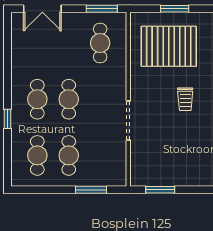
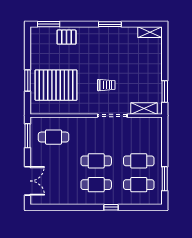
pallet: (169, 46) -> (56, 85), turned 90
trolley: (185, 99) -> (106, 85), moved
shelving: (138, 162) -> (144, 109), added
window: (91, 190) -> (165, 179), moved

